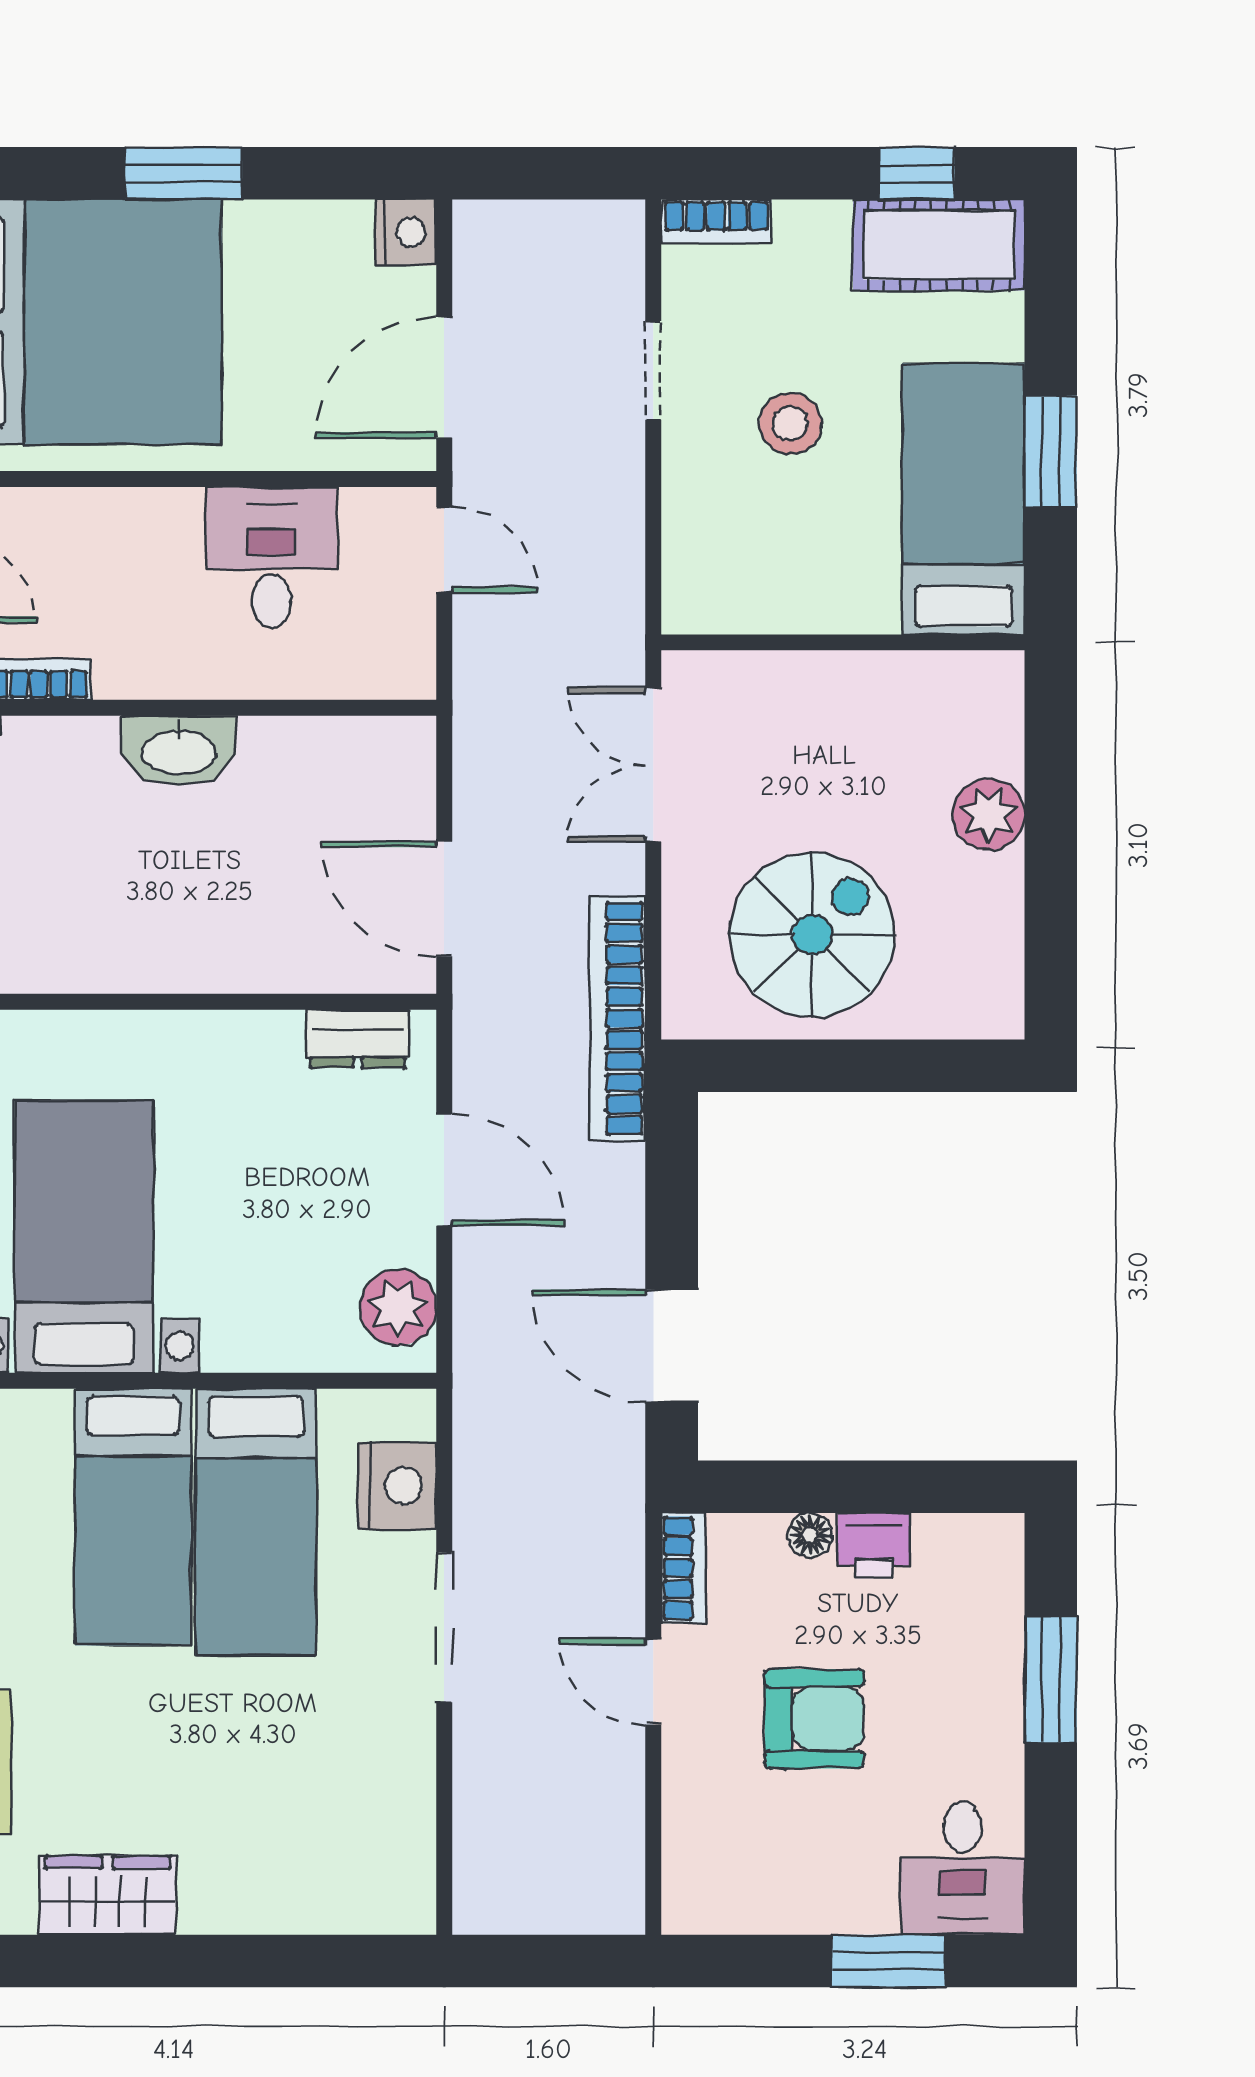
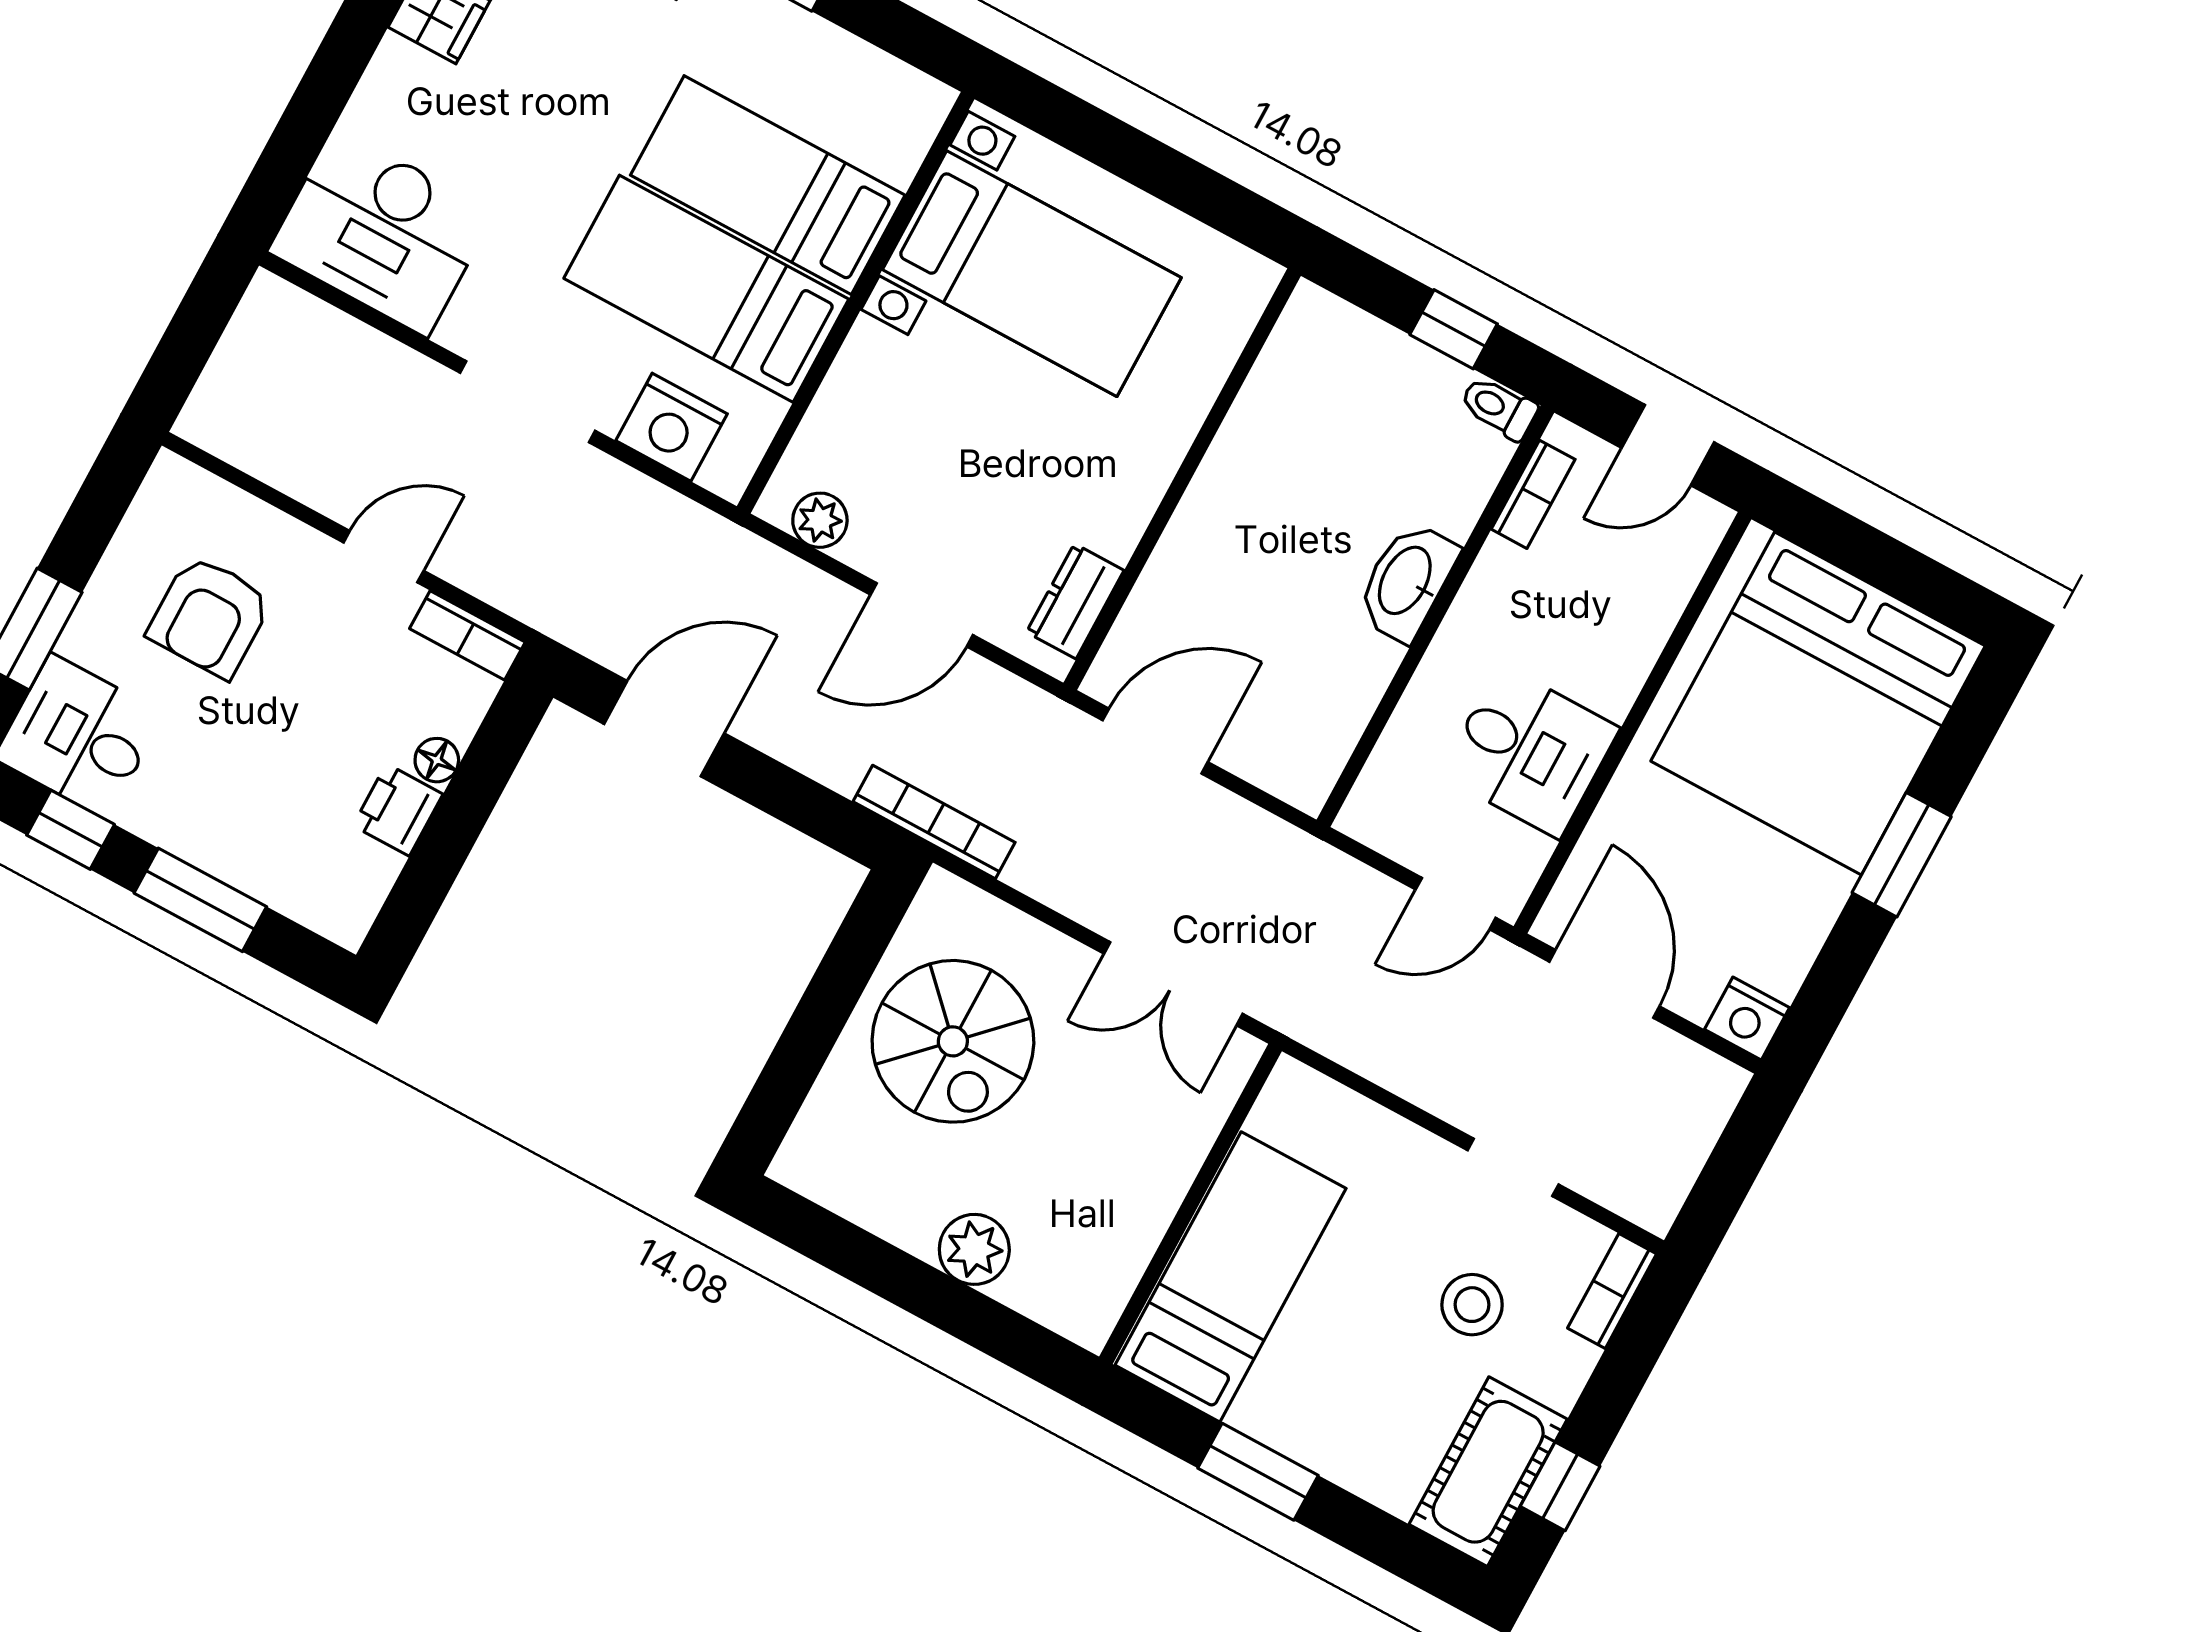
stool: (790, 424) -> (1472, 1305), moved
bed: (963, 499) -> (1230, 1277), moved, turned -90
double door: (653, 765) -> (1173, 984), swing flipped
bookcase: (618, 1018) -> (934, 822), width x0.68, depth x0.76
plant: (398, 1307) -> (820, 520), width x0.73, depth x0.73
armchair: (814, 1719) -> (210, 617), moved
window: (1051, 1830) -> (71, 830), added
desk: (363, 1841) -> (381, 232), added

